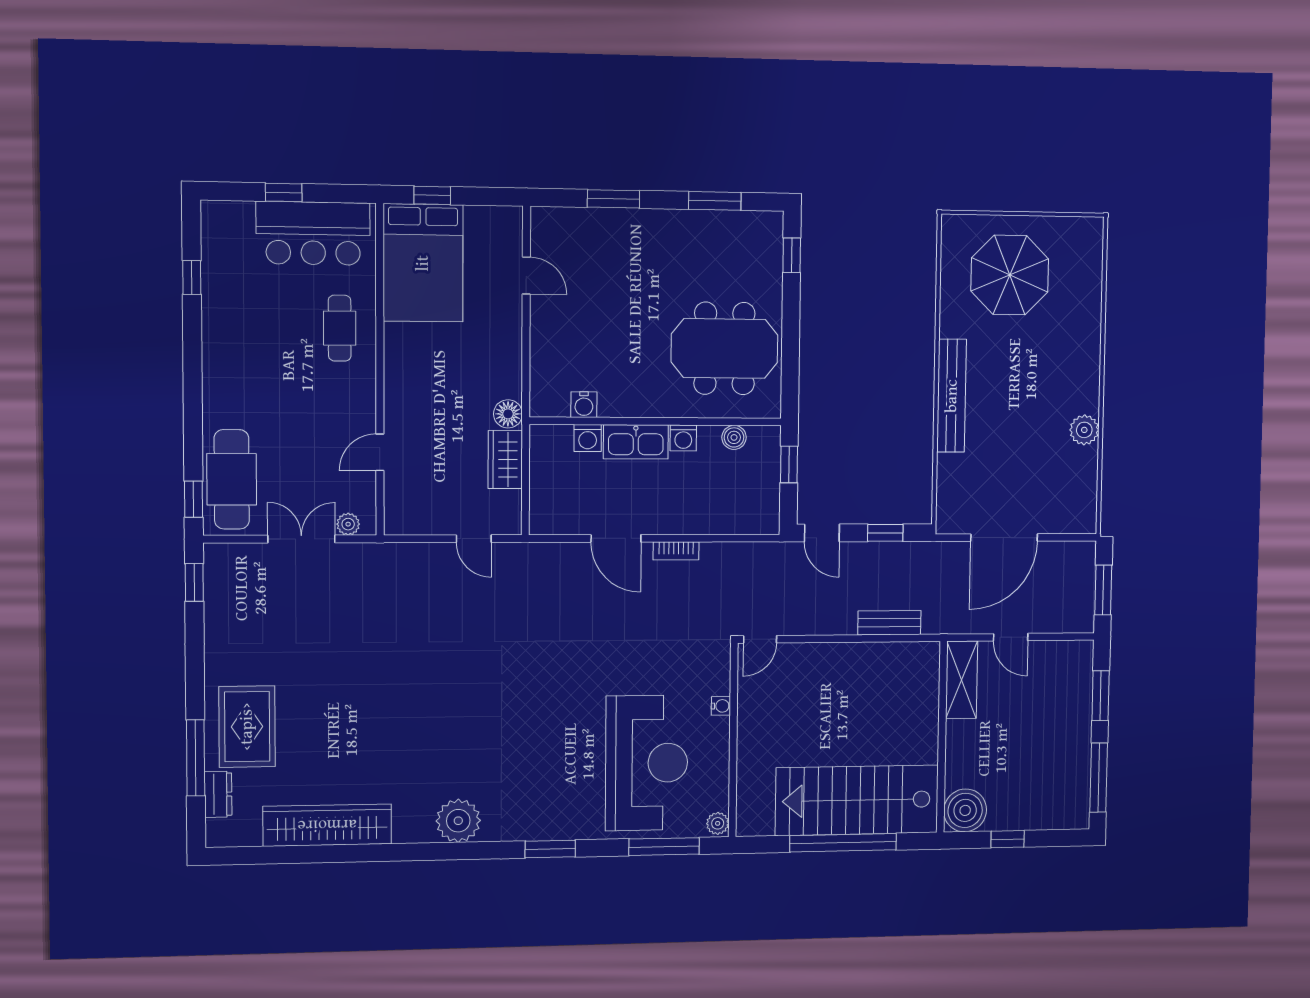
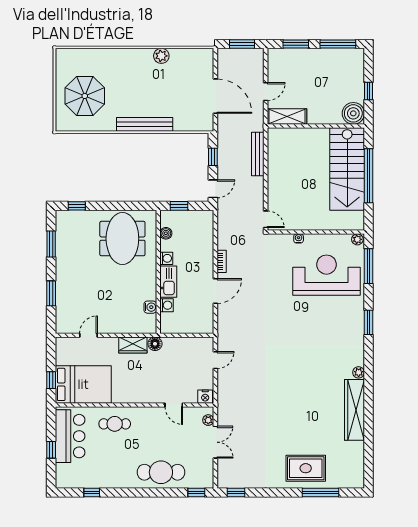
wardrobe: (505, 460) -> (133, 345), moved
cafe table: (232, 479) -> (161, 472), moved
nightstand: (398, 518) -> (205, 397), added
double door: (301, 539) -> (215, 442), swing flipped
bench: (889, 623) -> (258, 154), width x1.36
dresser: (218, 794) -> (338, 482), removed
plant: (458, 821) -> (359, 372), width x0.53, depth x0.53
wardrobe: (327, 825) -> (354, 410), moved

